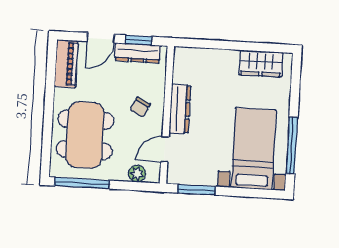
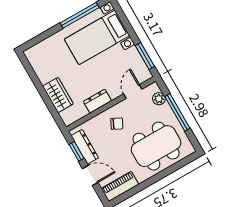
wardrobe: (261, 64) -> (58, 95), moved
dresser: (180, 109) -> (97, 101), width x0.70
door: (165, 149) -> (133, 92), swing flipped
window: (82, 183) -> (177, 112), moved

